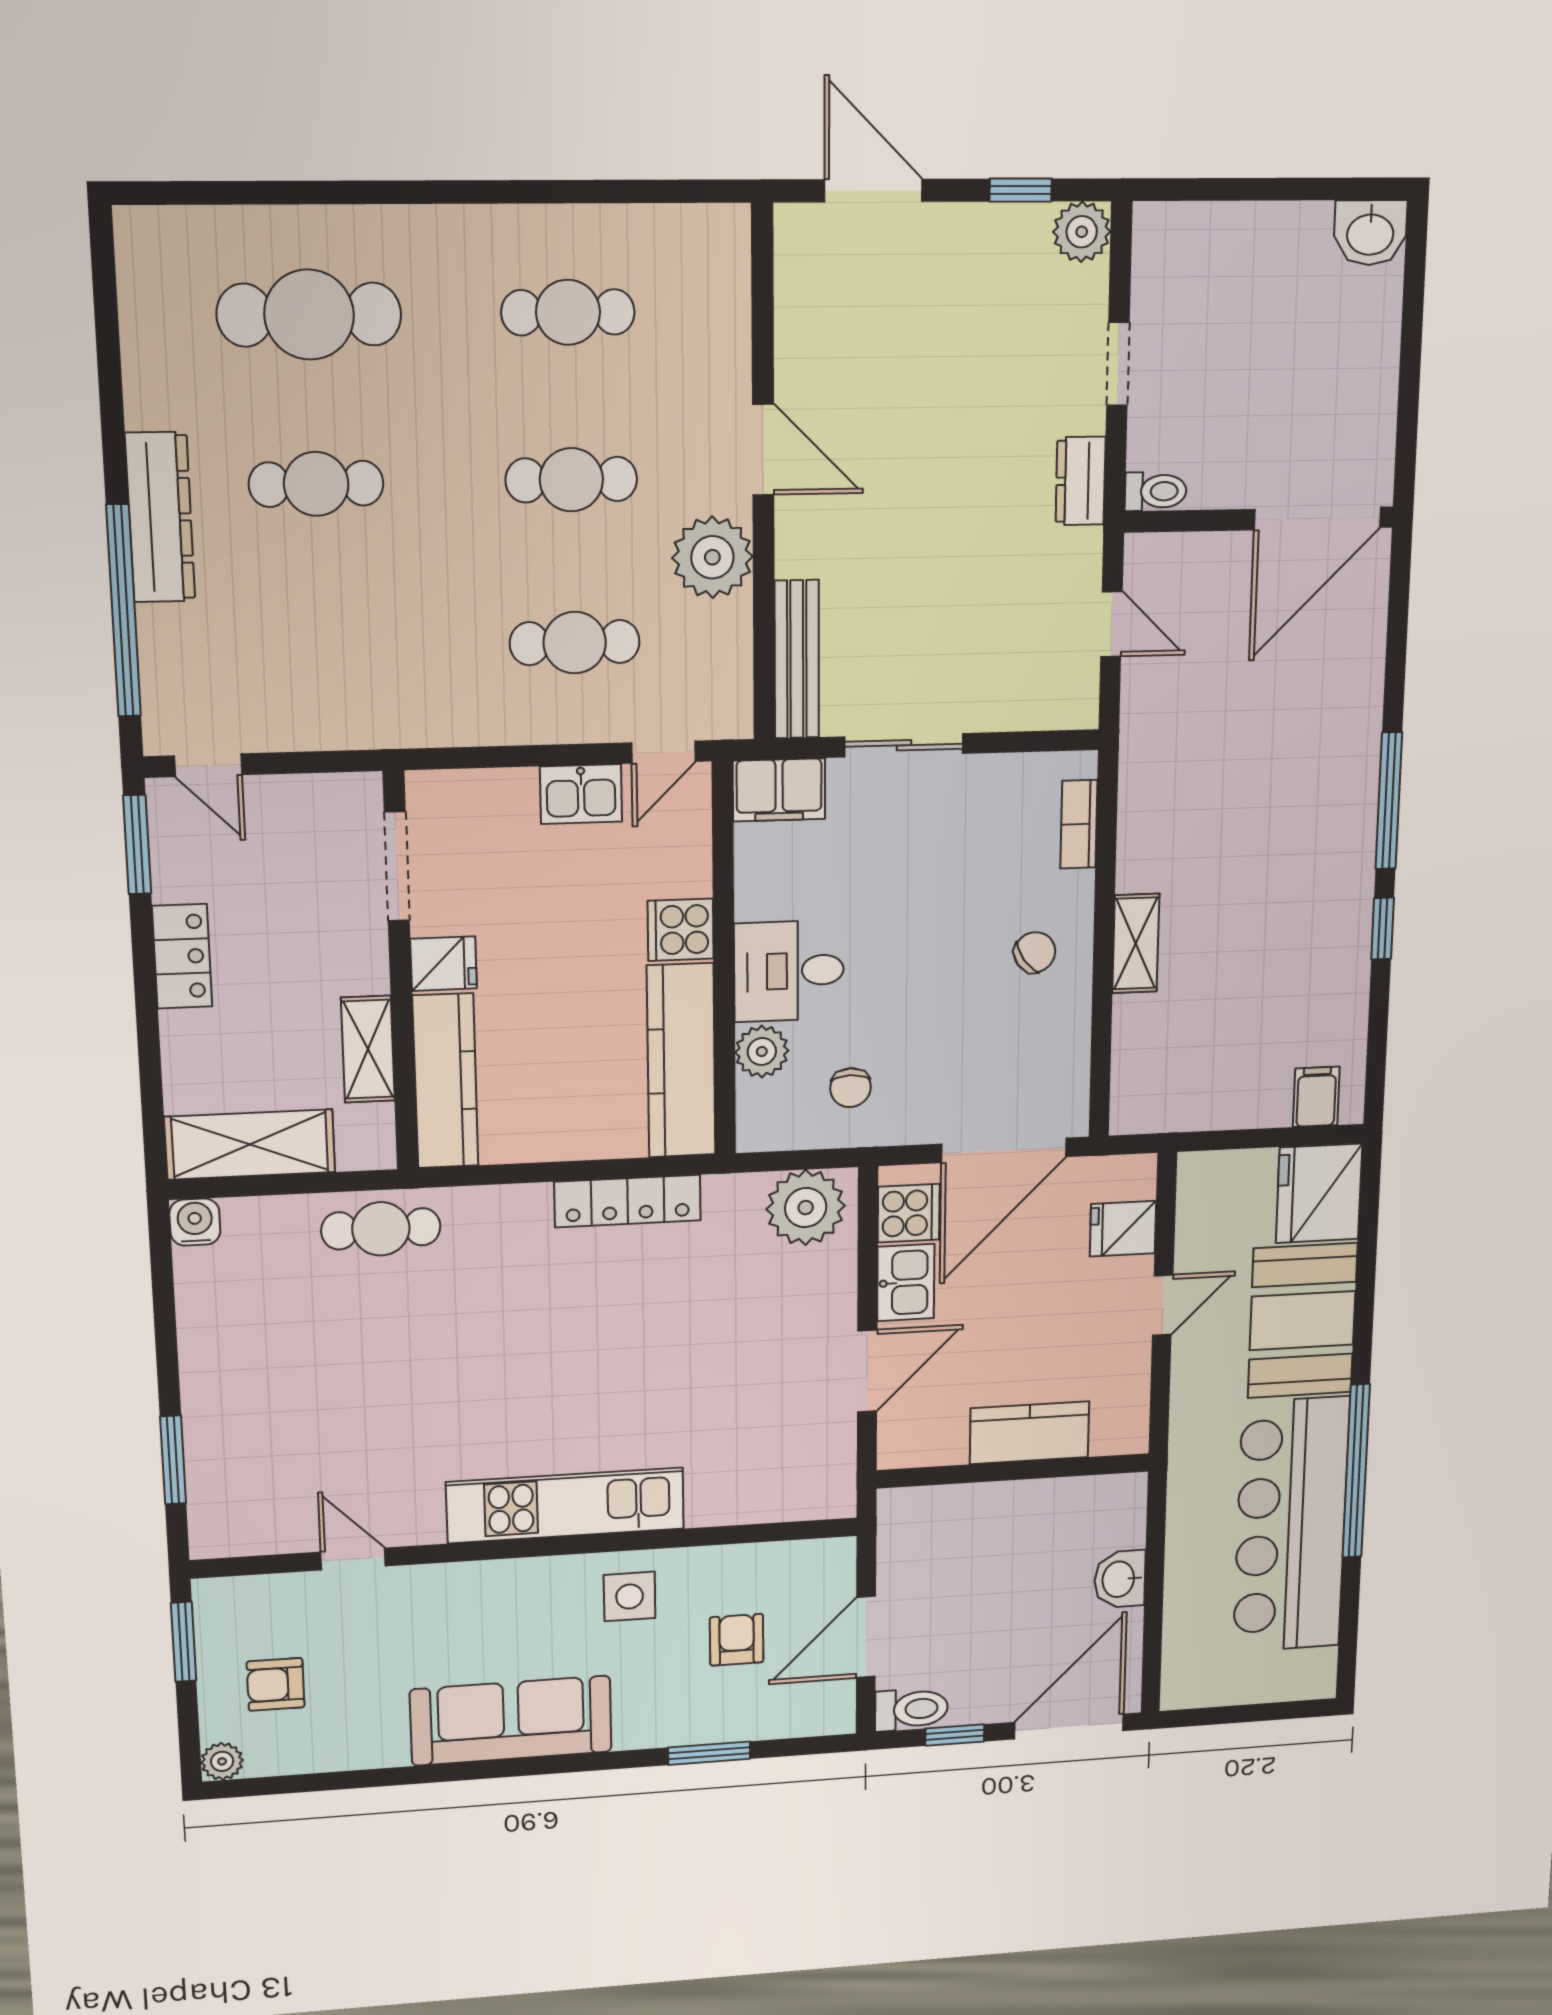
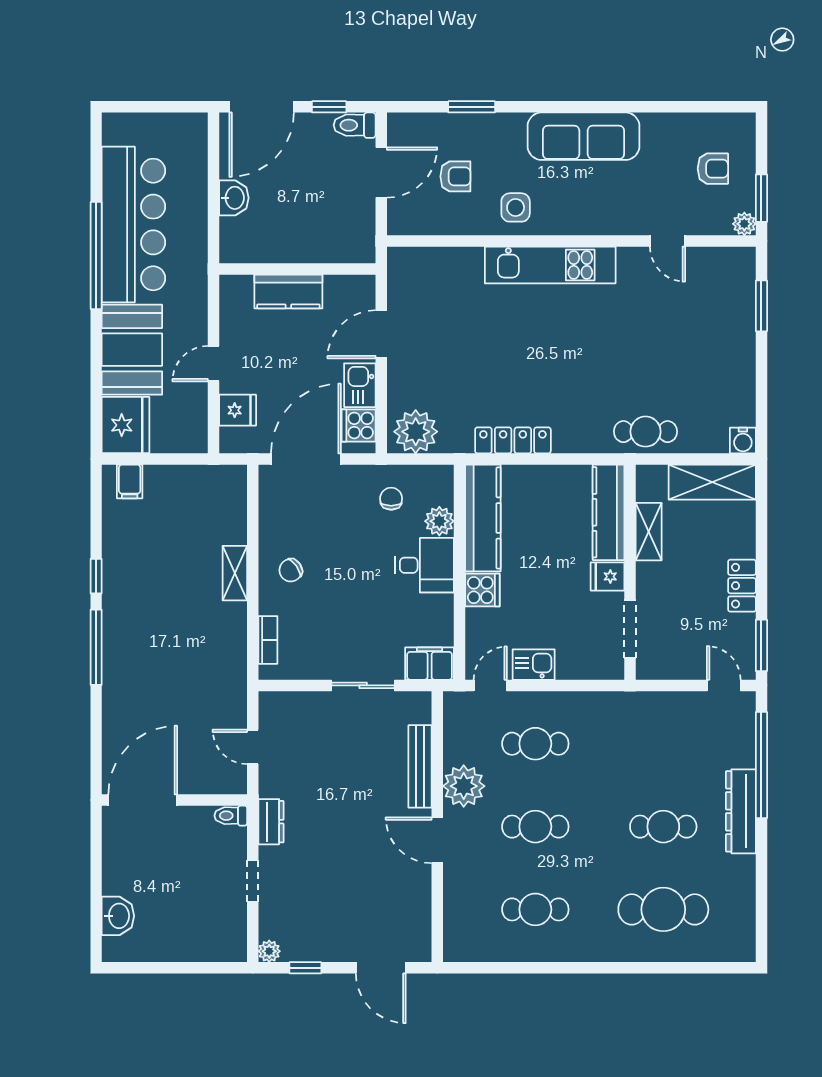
plant: (1082, 232) -> (269, 951), width x0.73, depth x0.73
washbasin: (1370, 233) -> (118, 916), moved, turned 90
bench: (797, 659) -> (420, 766), moved
armchair: (737, 1640) -> (455, 176), turned -90
plant: (222, 1761) -> (744, 224), moved

